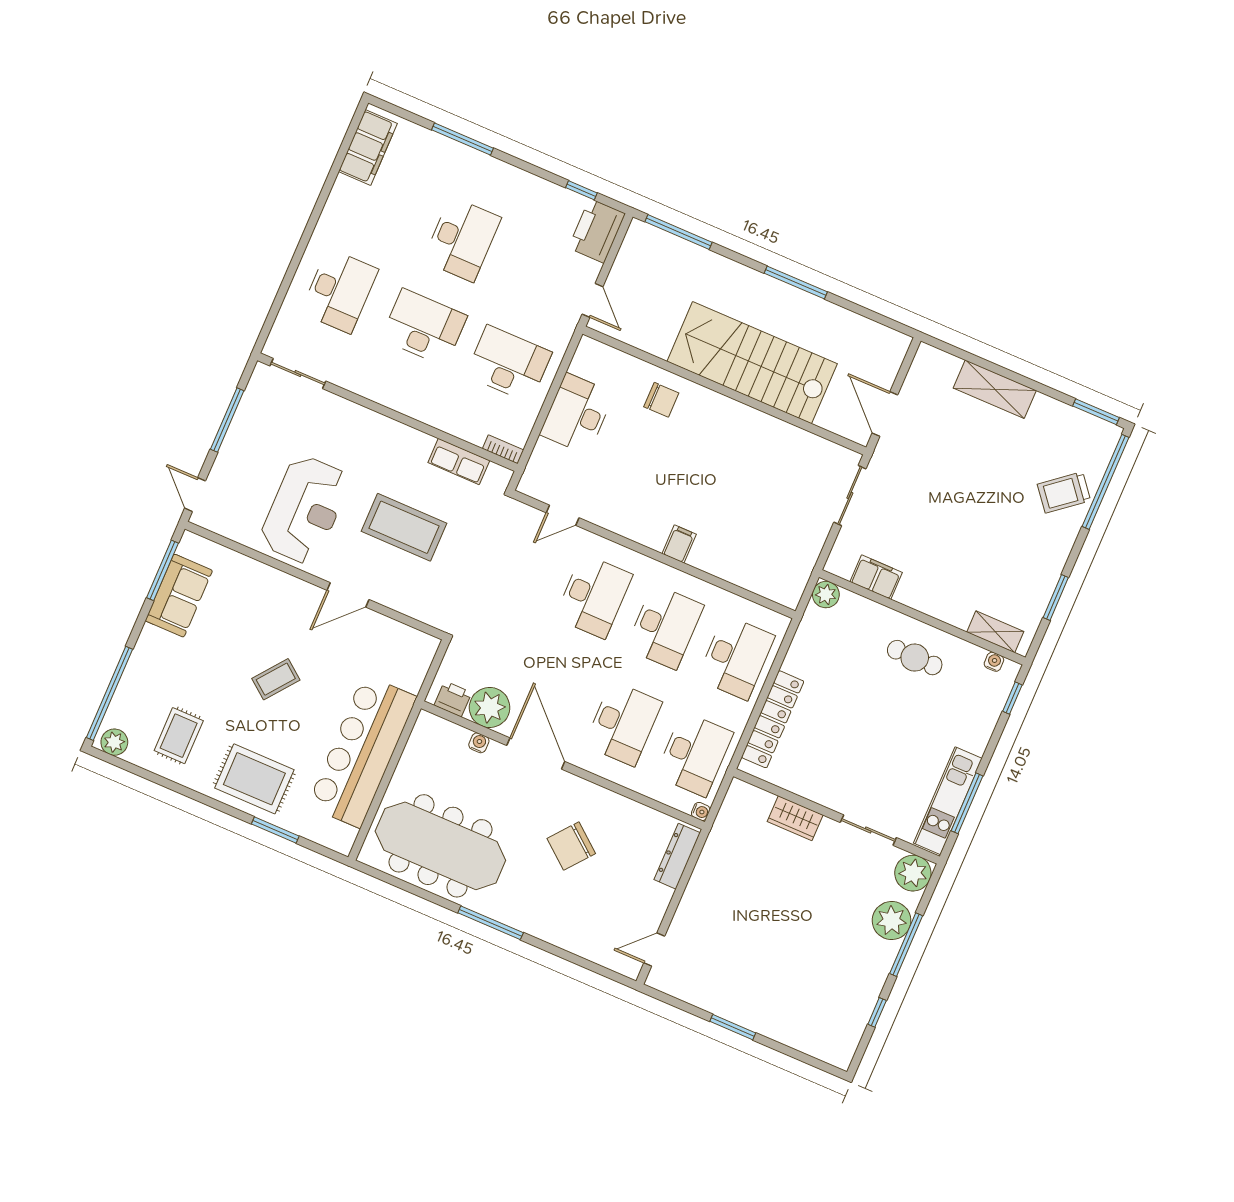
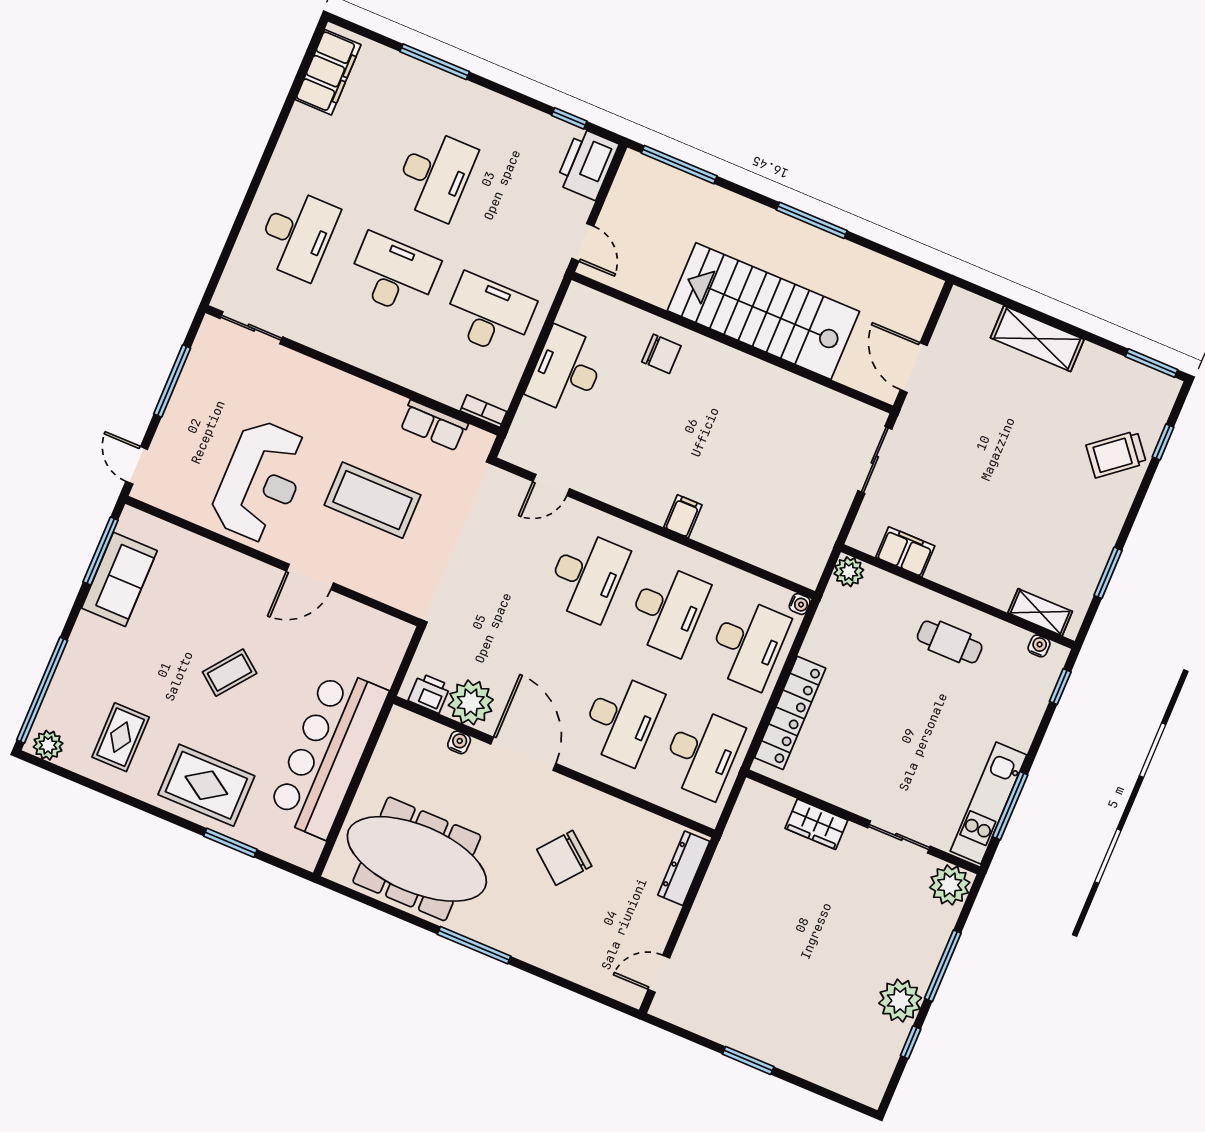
window: (1106, 482) -> (1163, 442), width x0.32
water cooler: (701, 811) -> (800, 604), moved
plant: (892, 921) -> (900, 1001), moved

